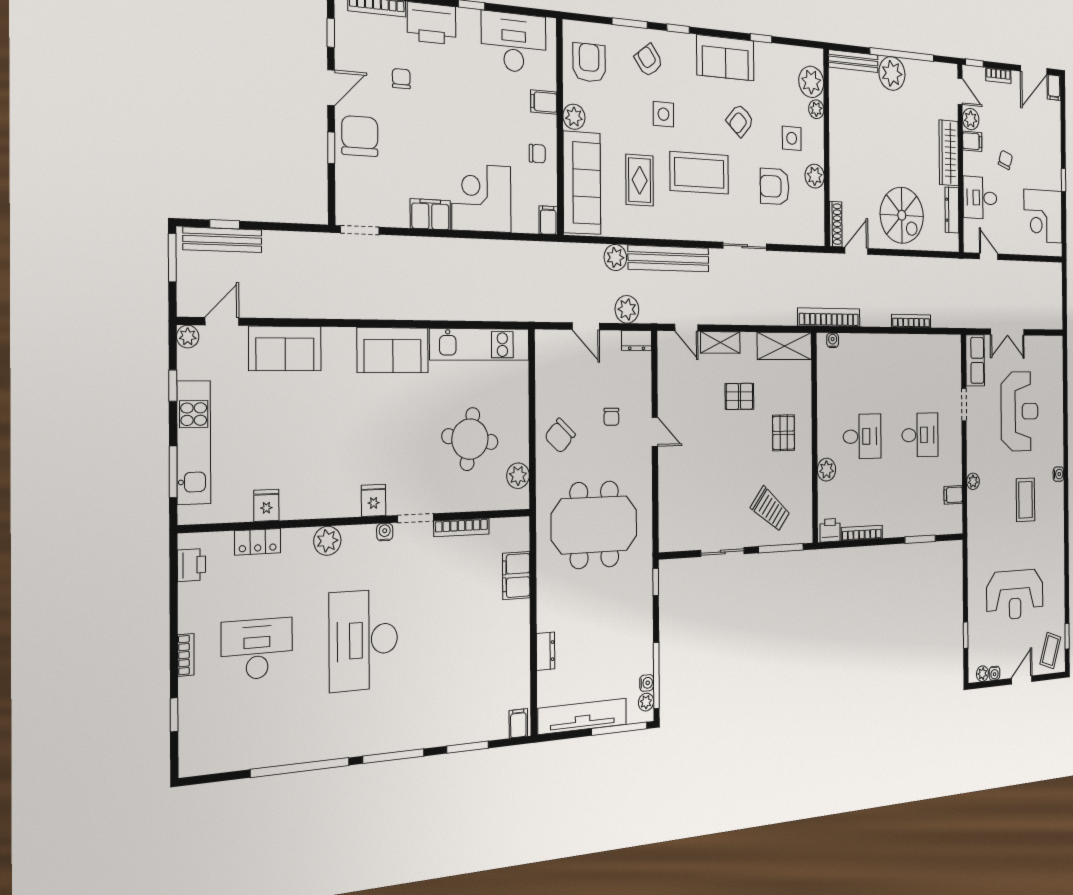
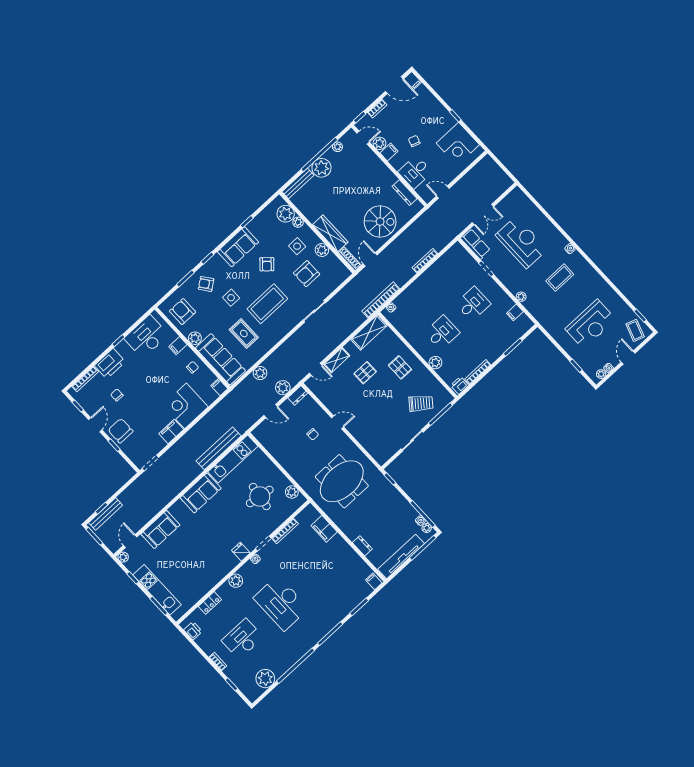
plant: (927, 69) -> (337, 147), added
door: (1034, 70) -> (394, 85), hinge flipped
wardrobe: (949, 153) -> (330, 233), moved, turned 180
bench: (669, 259) -> (219, 448), moved
chair: (560, 436) -> (297, 462), removed
coffee table: (1025, 500) -> (560, 278), turned 90
fridge: (266, 505) -> (202, 588), removed
plant: (236, 750) -> (265, 679), added

